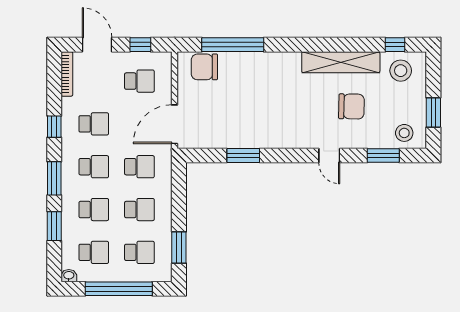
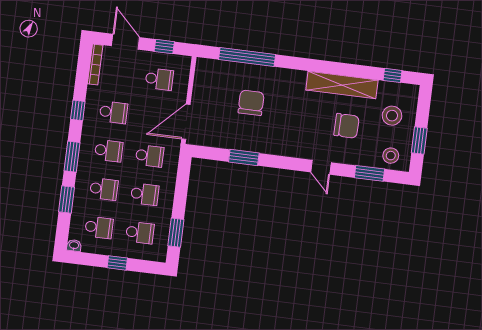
chair: (204, 67) -> (251, 103), moved, turned 90
stool: (401, 71) -> (392, 116), moved
window: (119, 289) -> (117, 263), width x0.32

